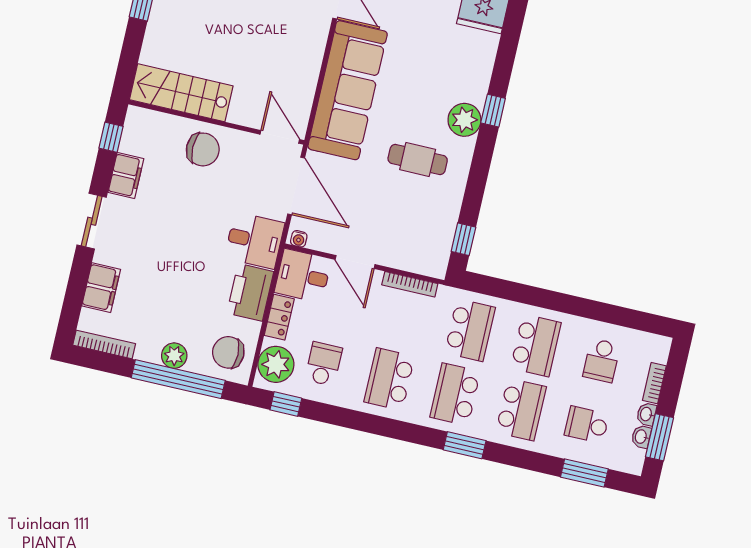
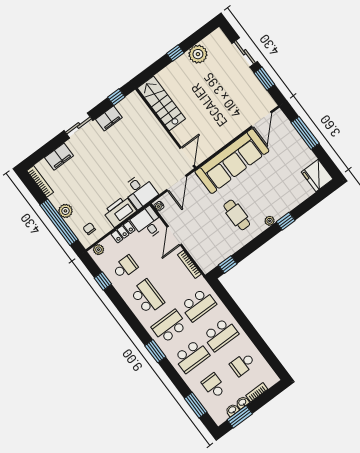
plant: (464, 120) -> (270, 221), width x0.53, depth x0.53
chair: (203, 149) -> (150, 135), removed
door: (296, 186) -> (177, 183), width x0.73
chair: (228, 352) -> (89, 229), width x0.54, depth x0.54
plant: (276, 364) -> (99, 250), width x0.53, depth x0.53
school desk: (389, 379) -> (147, 297), turned 90
window: (286, 404) -> (103, 281), moved

